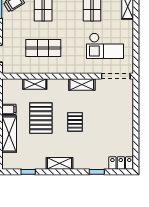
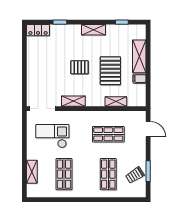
pallet: (75, 122) -> (79, 67), turned 90

